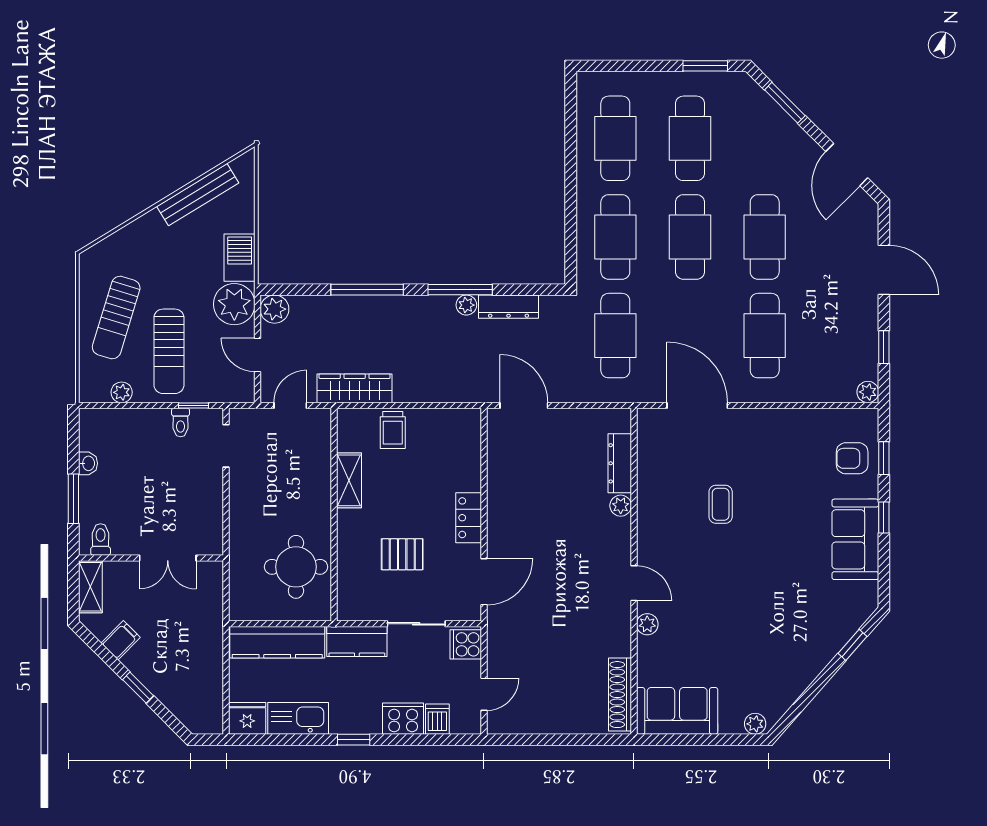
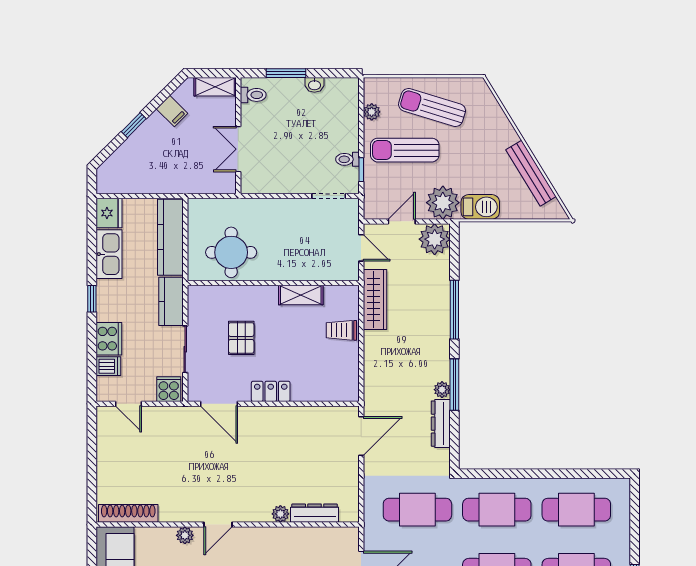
plant: (274, 309) -> (435, 239), width x1.36, depth x1.36

